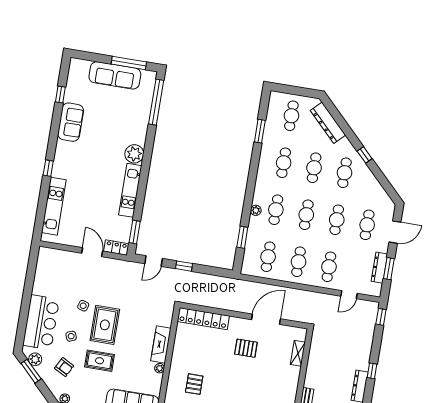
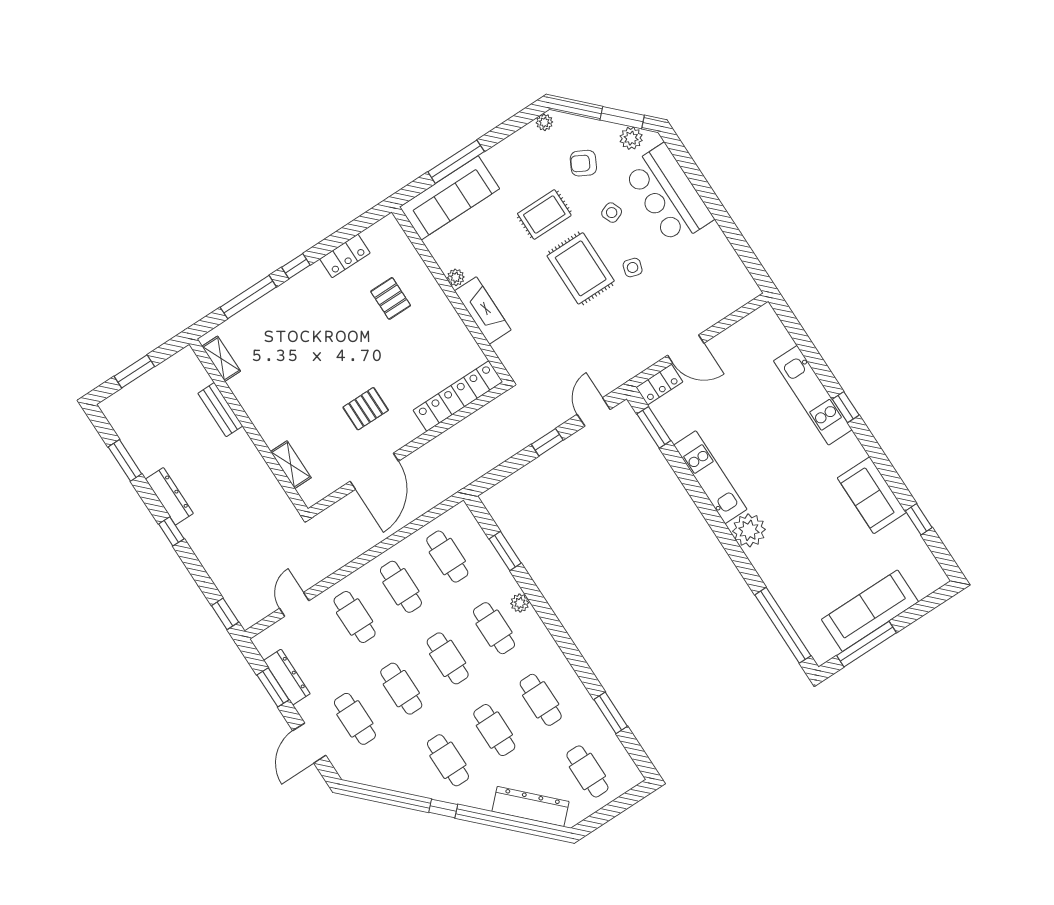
kitchen unit: (54, 206) -> (813, 395), moved

